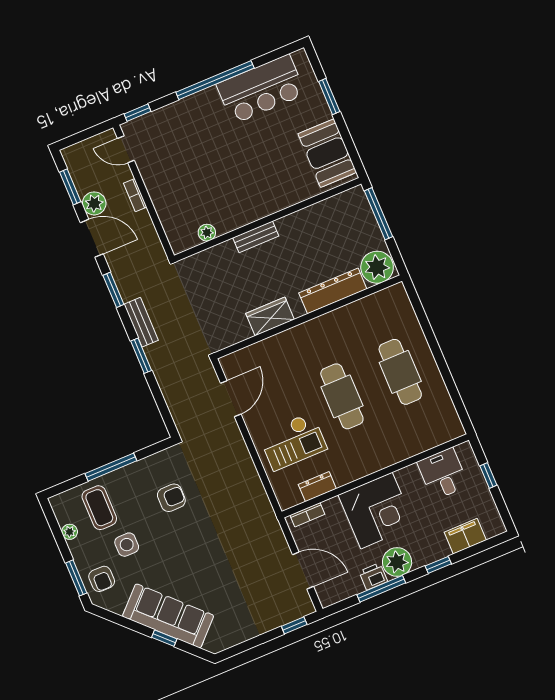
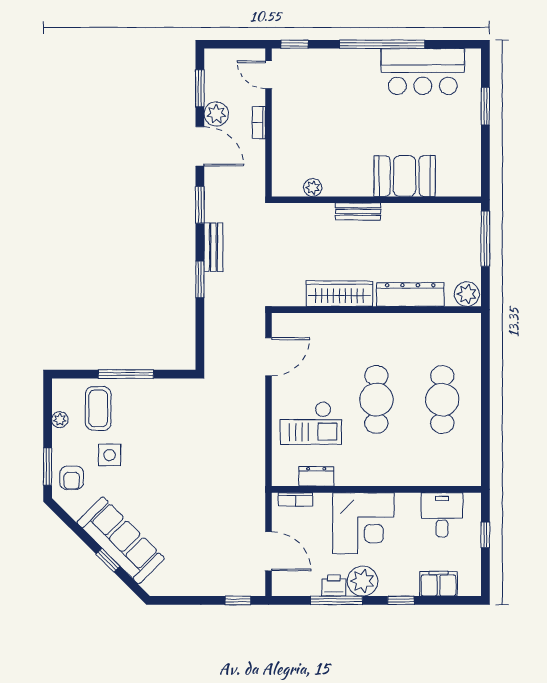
booth: (327, 153) -> (405, 176), moved, turned 90
plant: (377, 267) -> (467, 294), width x0.73, depth x0.73
wardrobe: (270, 316) -> (340, 294), width x1.50
armchair: (171, 498) -> (171, 428), removed

